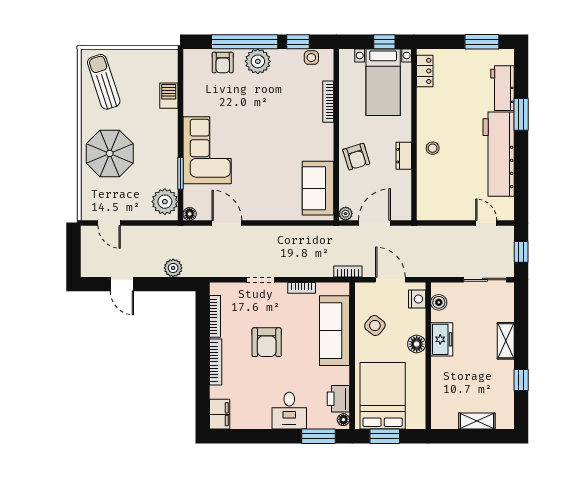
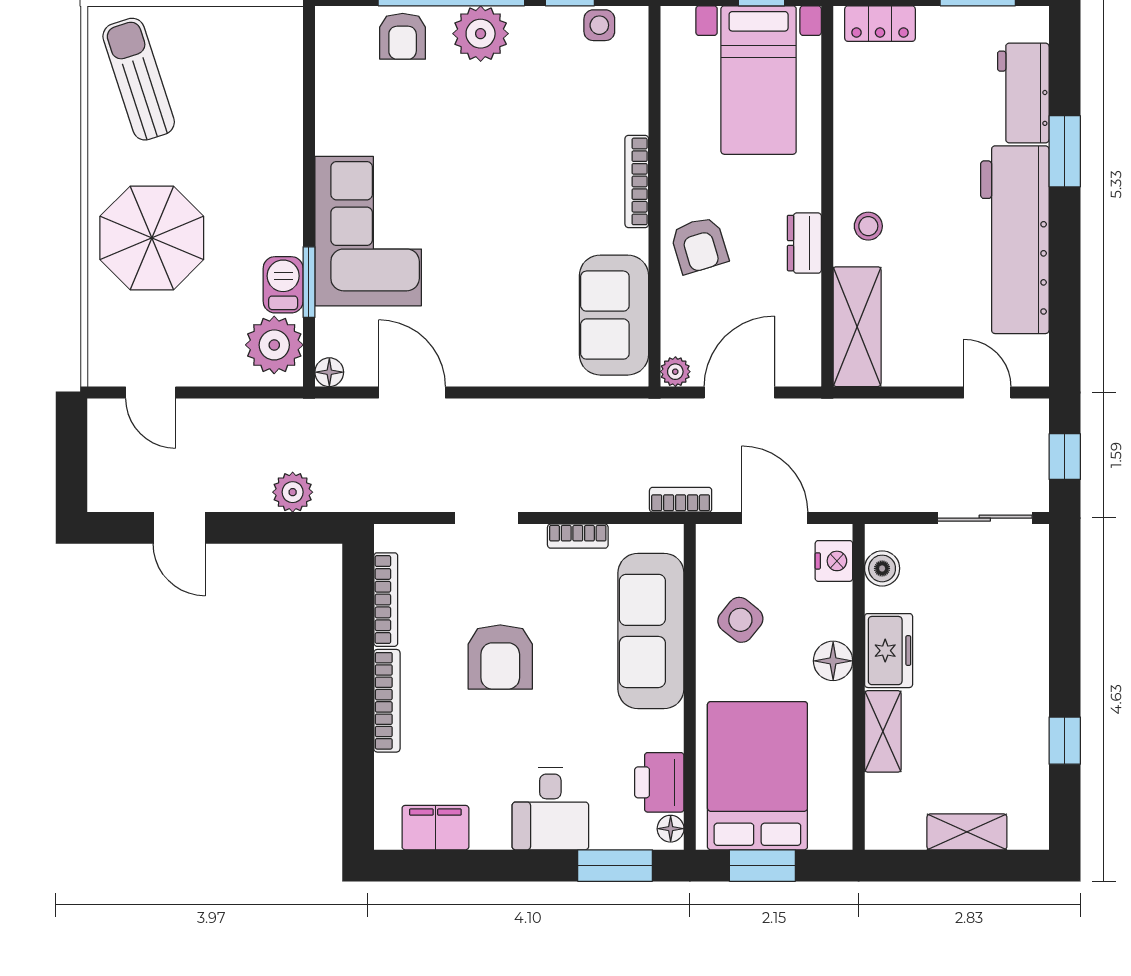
locker: (425, 71) -> (880, 24), moved, turned 90
barbecue: (169, 96) -> (283, 285), moved
bookcase: (328, 102) -> (637, 181), moved
shelving: (427, 193) -> (857, 327), added
shelving: (506, 341) -> (883, 731), moved
filing cabinet: (220, 414) -> (435, 828), moved, turned -90

